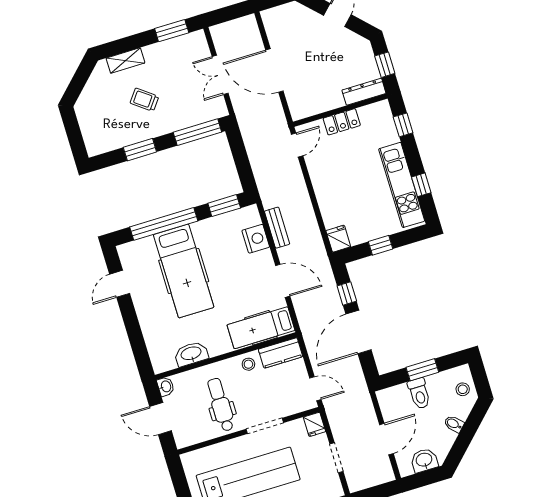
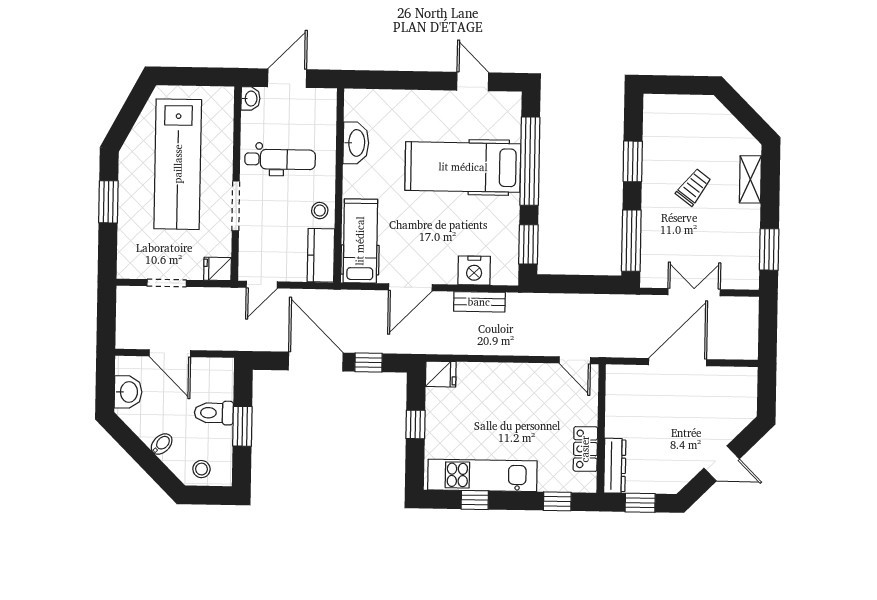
locker: (342, 122) -> (585, 449), moved
washbasin: (166, 386) -> (251, 99), moved, turned -90

